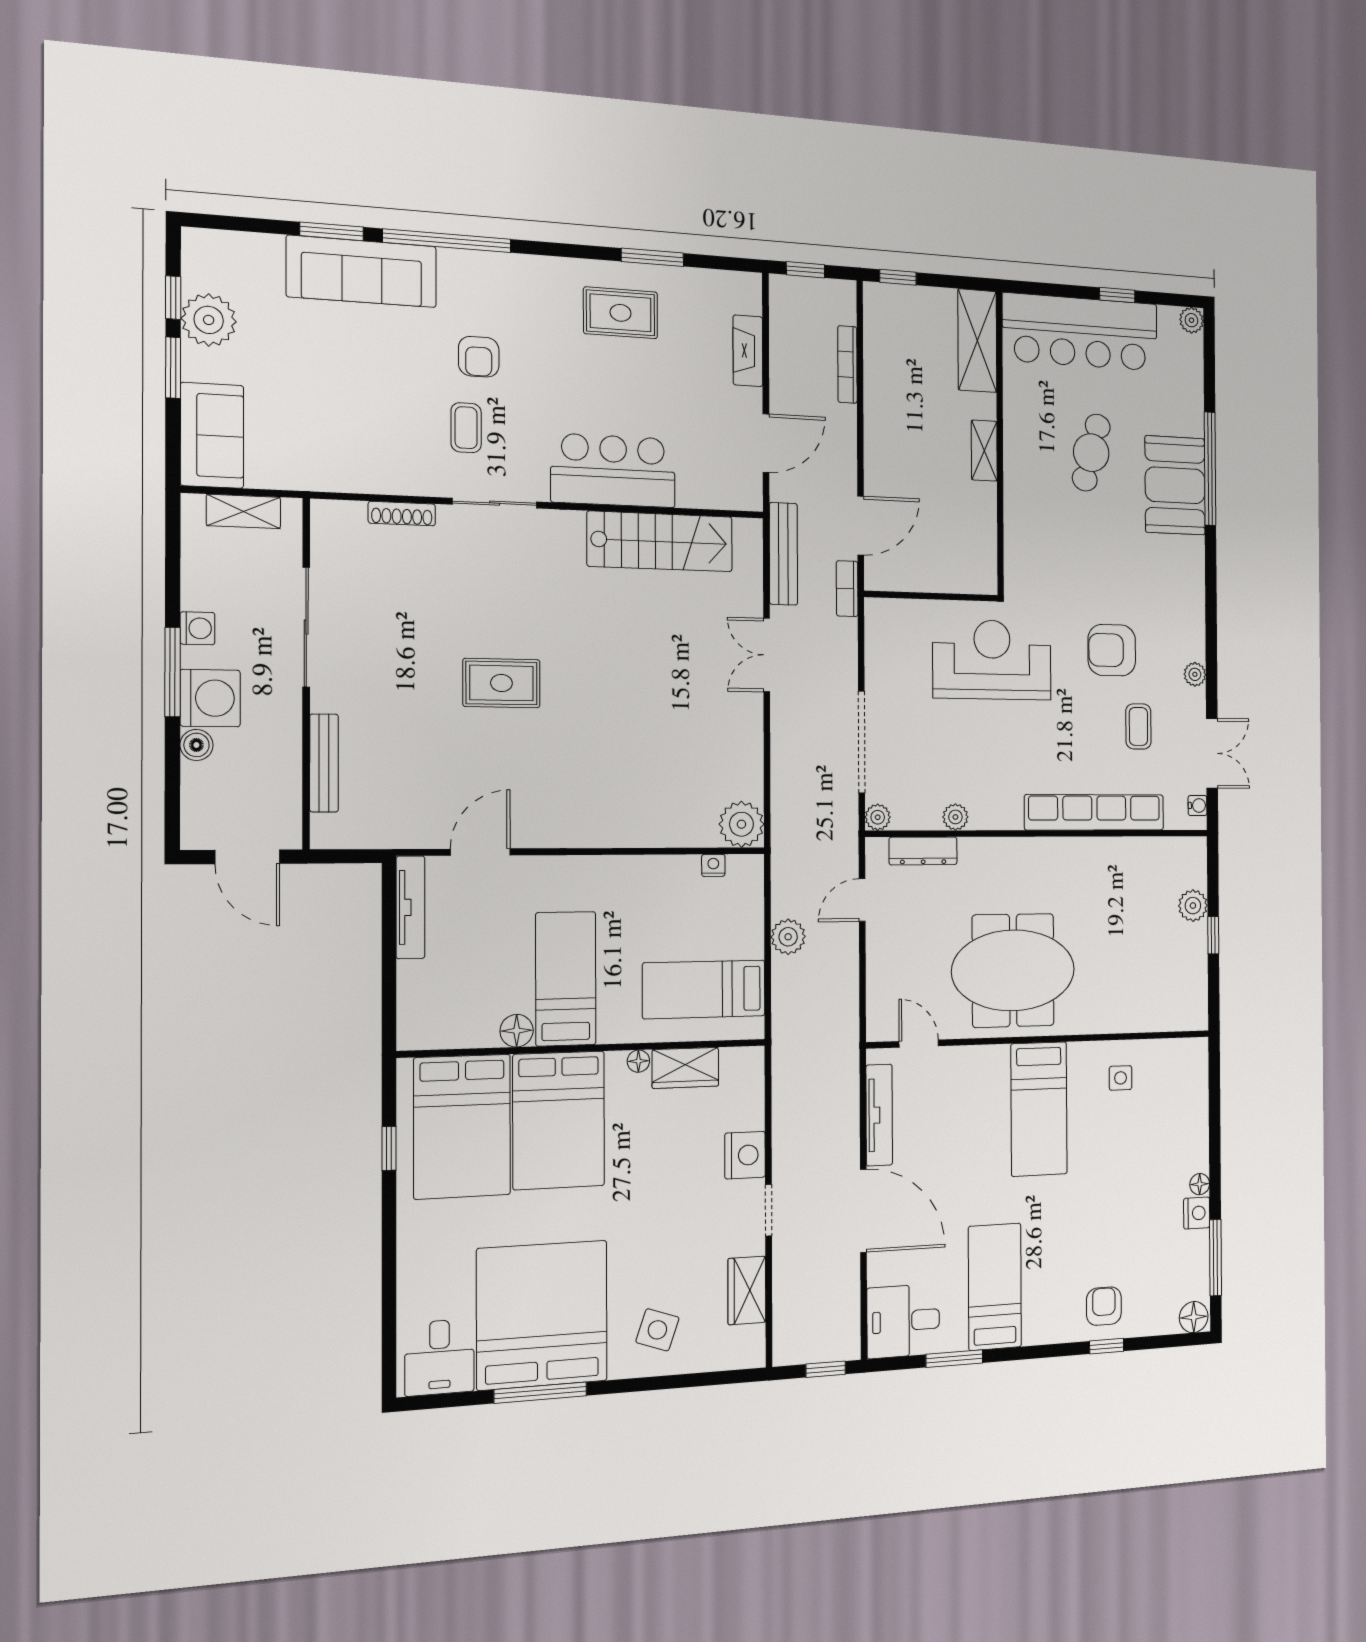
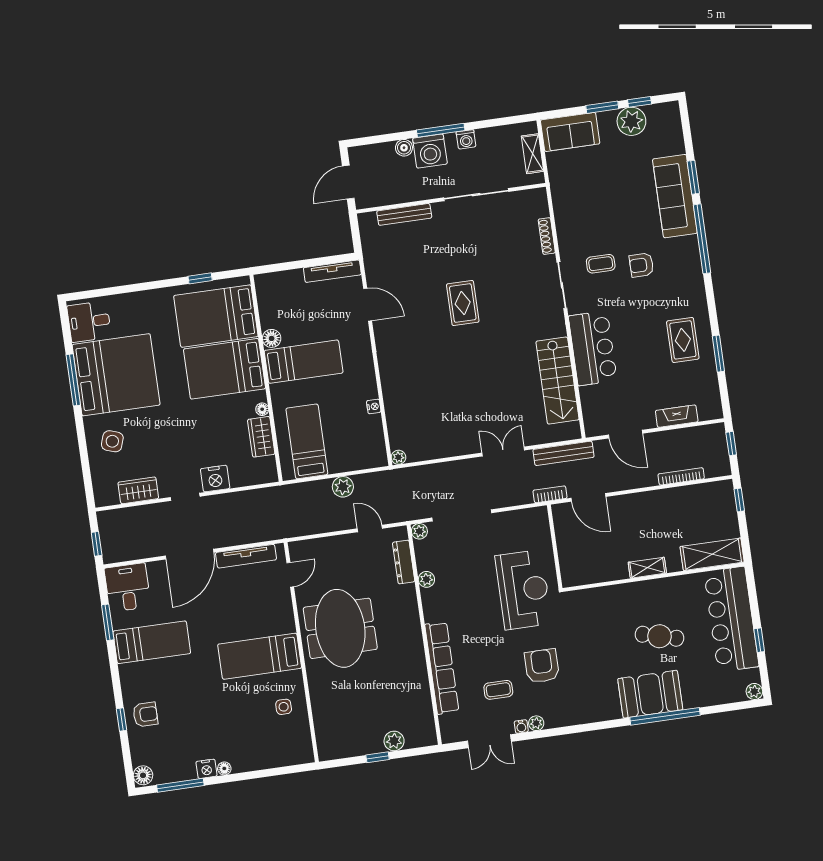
water cooler: (1198, 806) -> (521, 727), moved
plant: (741, 824) -> (399, 457), width x0.53, depth x0.53
nightstand: (713, 865) -> (374, 406), moved

